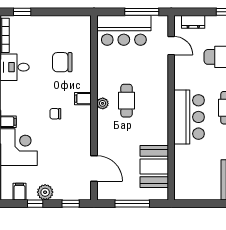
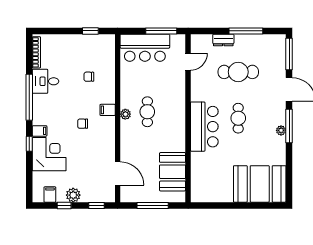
window: (22, 12) -> (90, 31), moved
dresser: (193, 22) -> (223, 40), moved
door: (171, 46) -> (188, 62), hinge flipped
chair: (62, 62) -> (89, 77), width x0.54, depth x0.54

